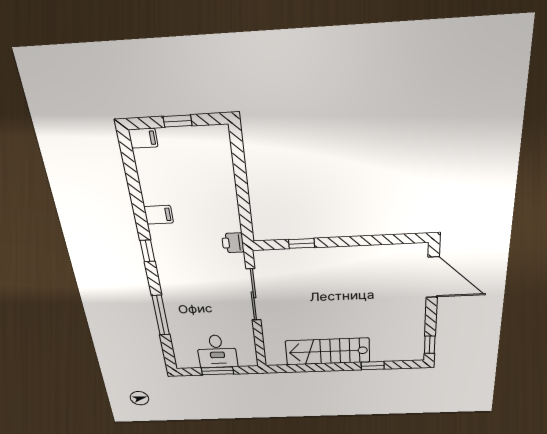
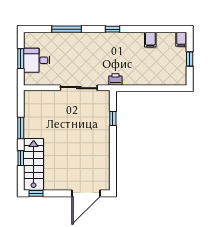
filing cabinet: (159, 215) -> (150, 40), moved
stairs: (328, 351) -> (34, 164), moved
window: (325, 367) -> (21, 128), added

